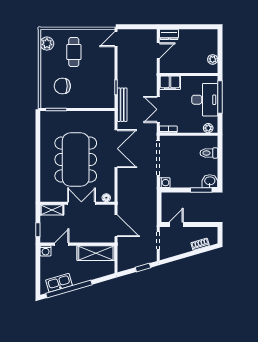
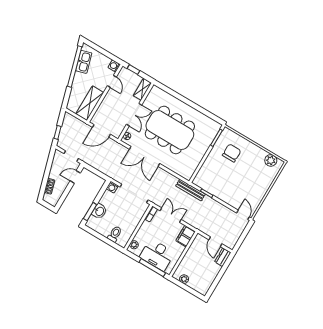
cafe table: (74, 52) -> (252, 177), removed
double door: (116, 149) -> (144, 156), moved
washbasin: (210, 181) -> (99, 211), moved
door: (176, 224) -> (75, 177), swing flipped

